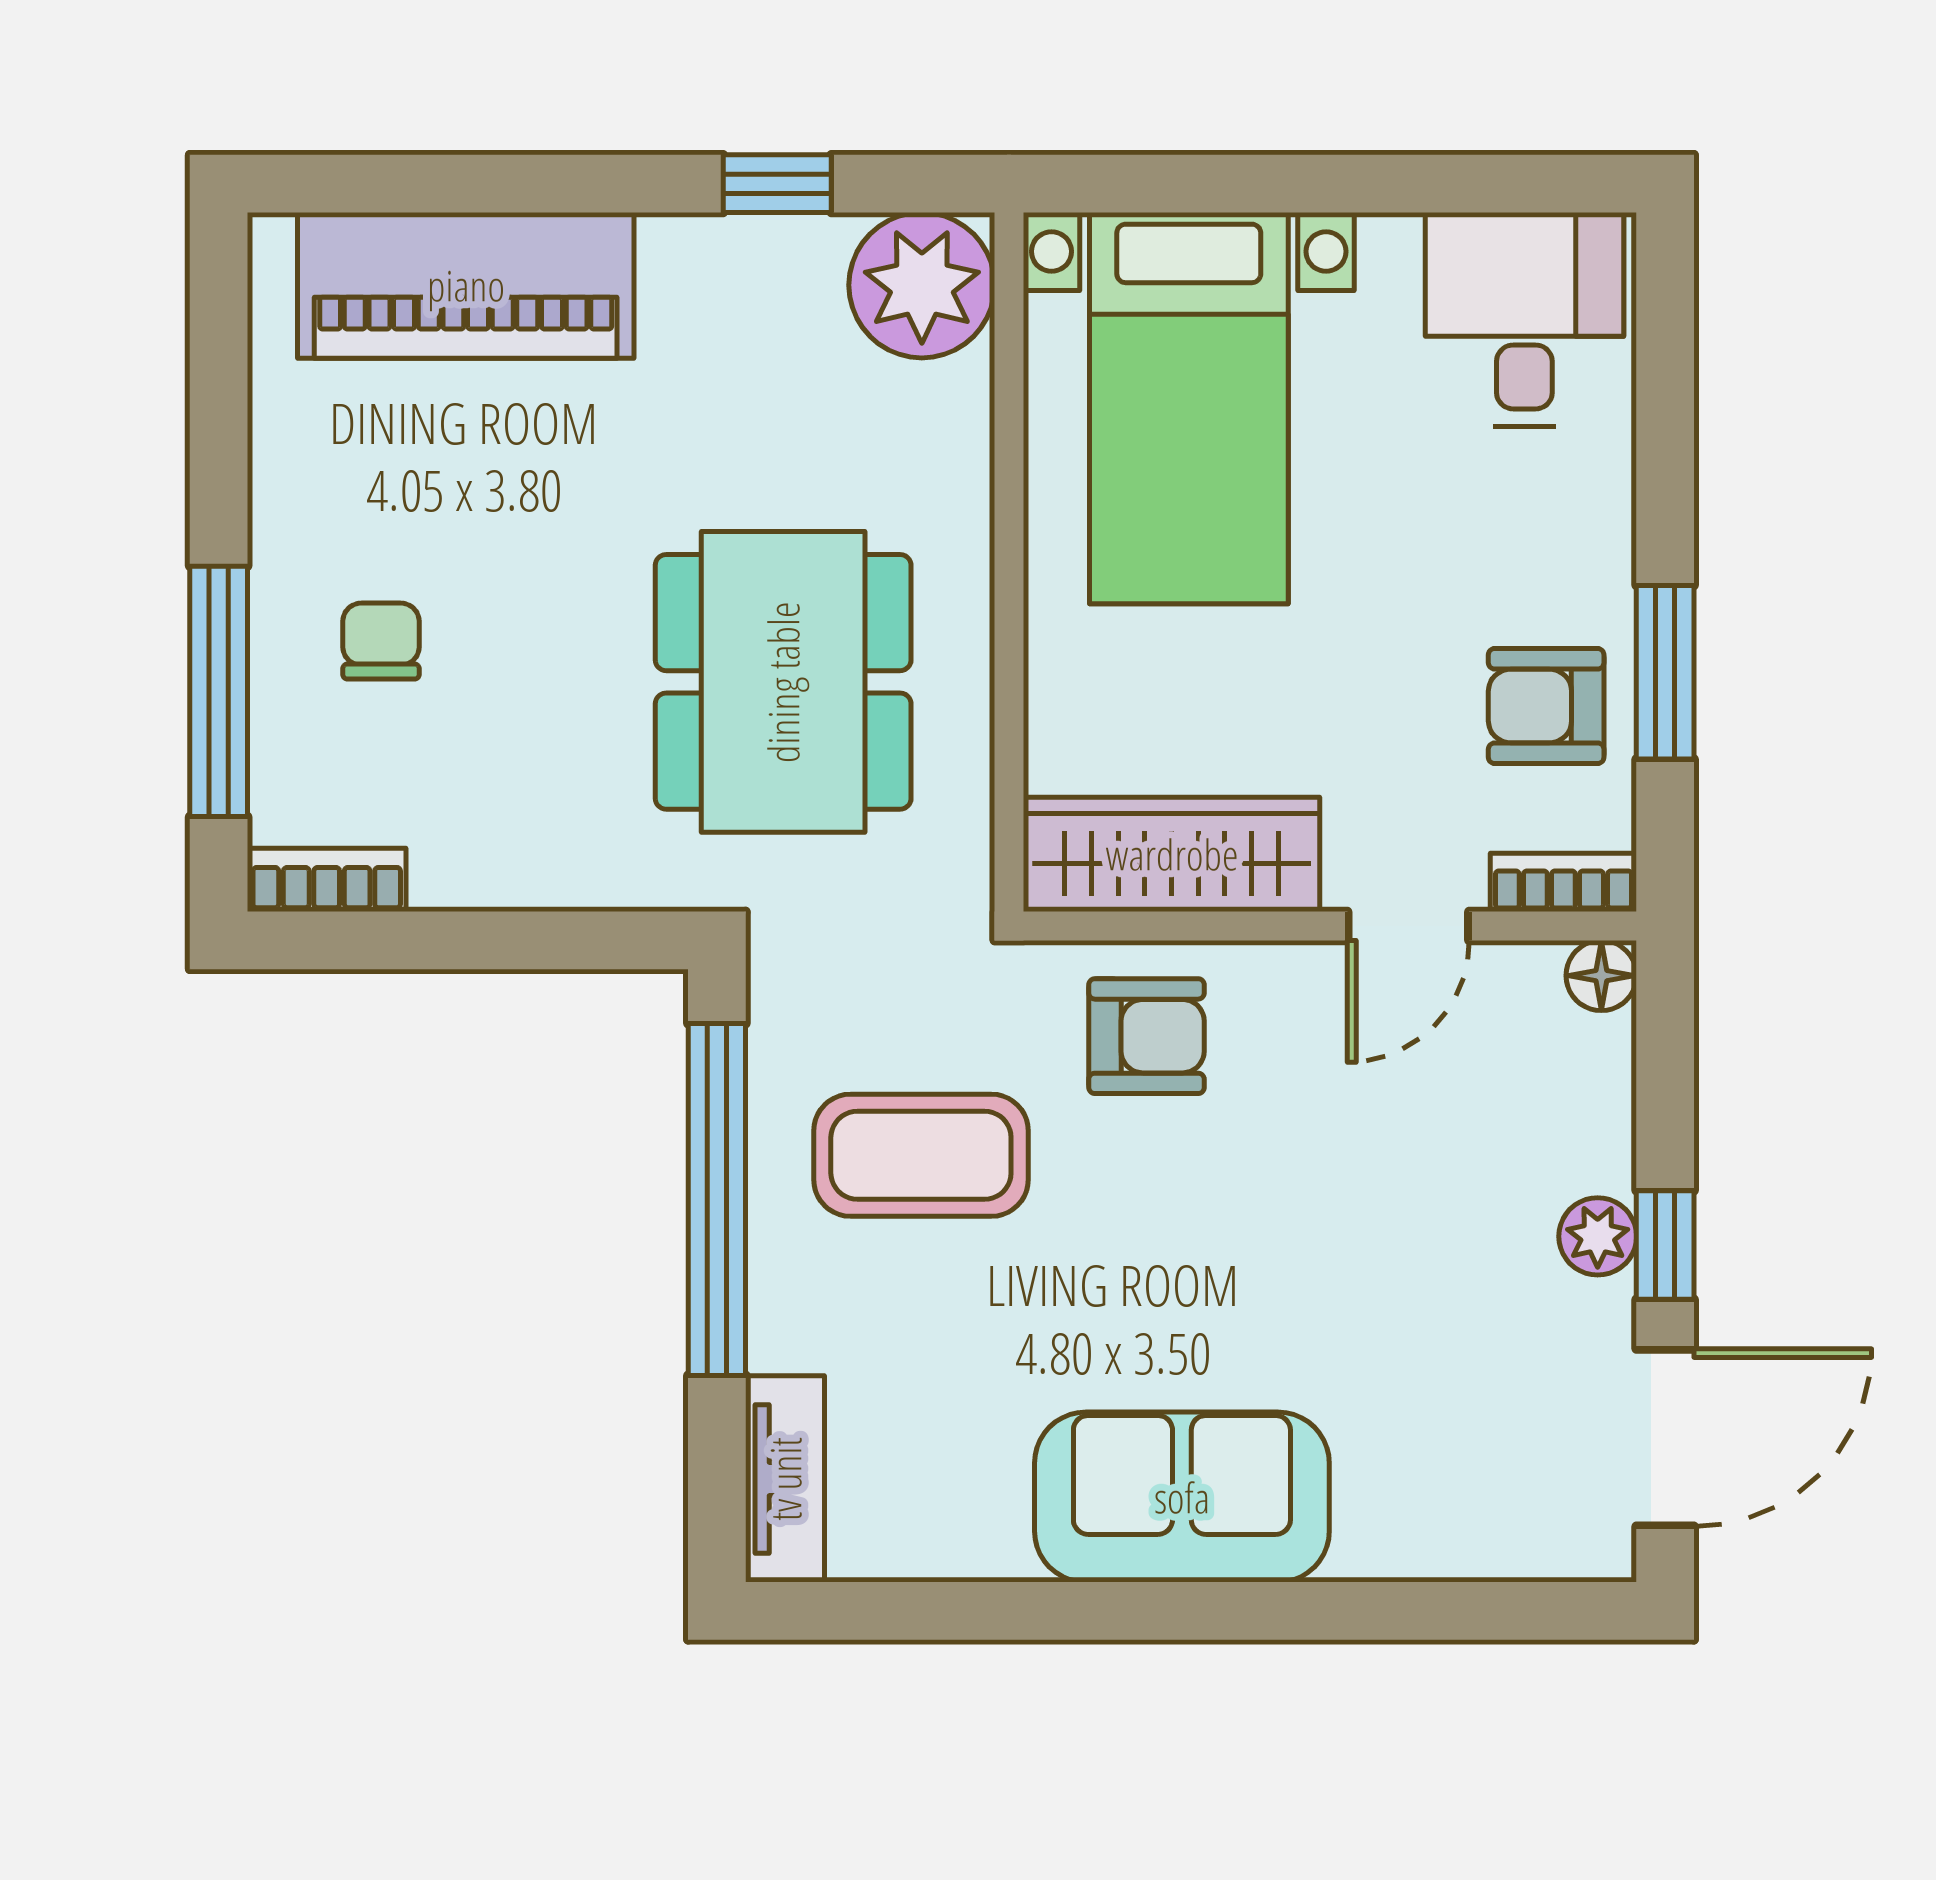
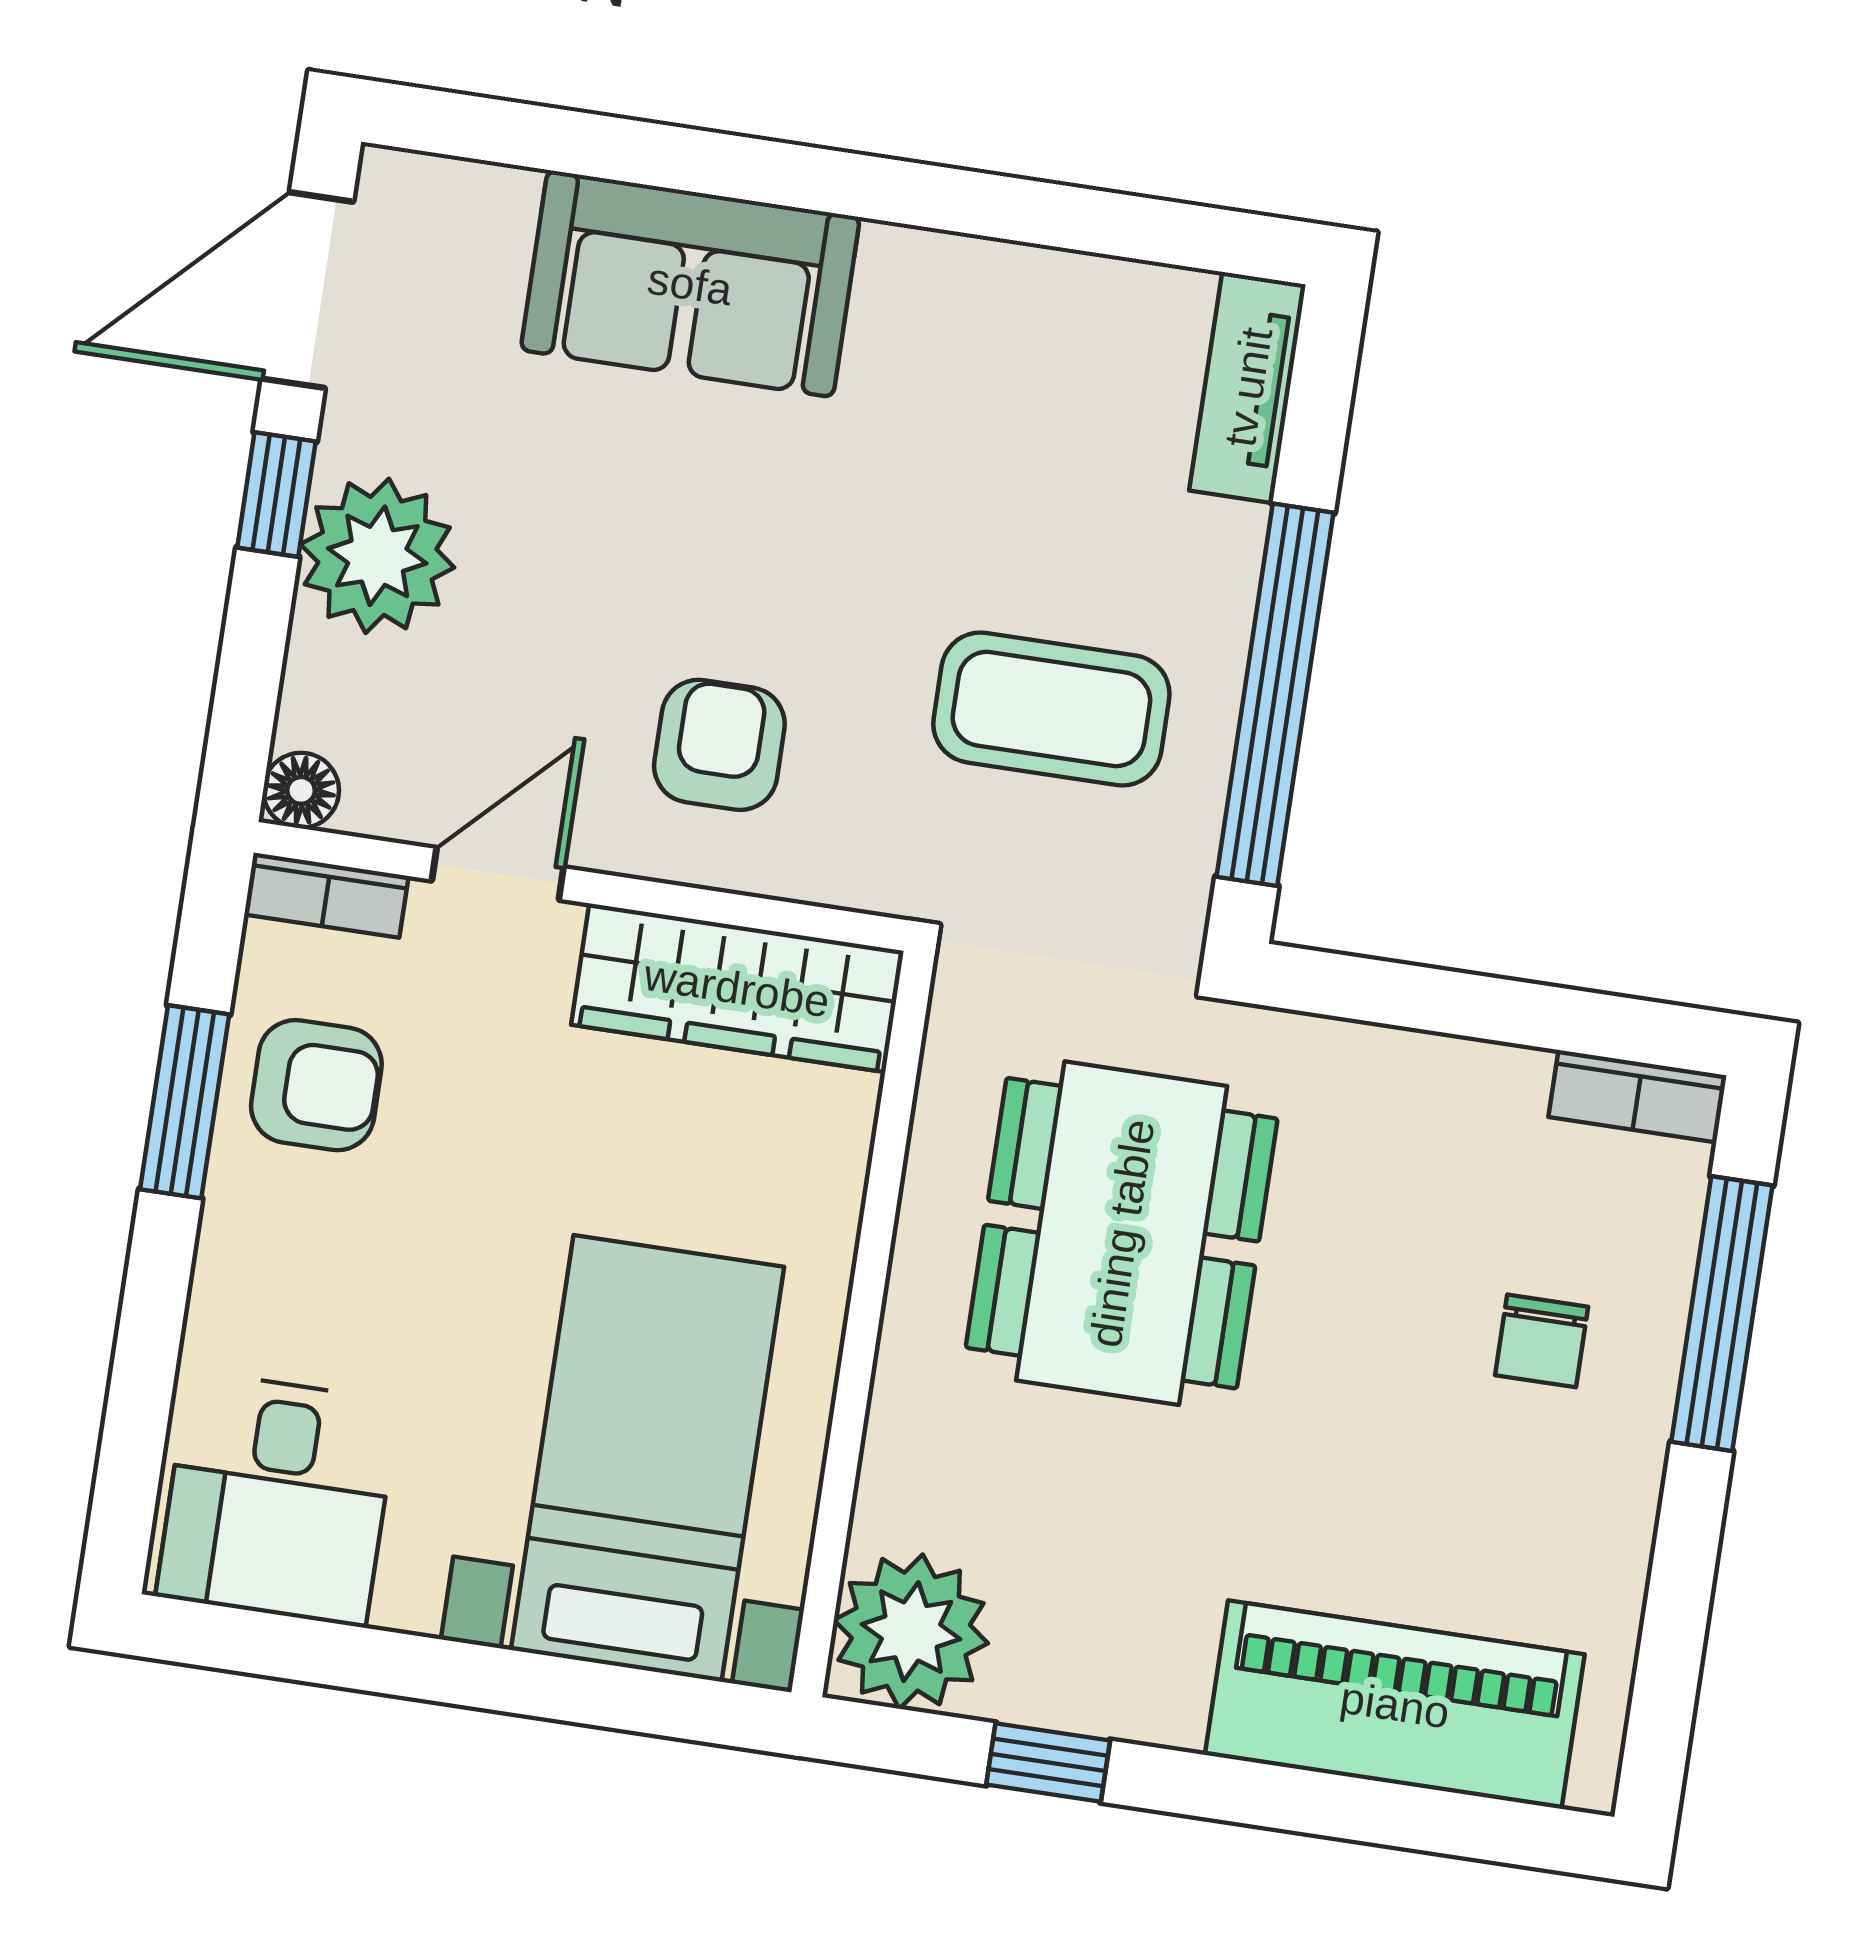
armchair: (1147, 1036) -> (719, 745), moved, turned 90
plant: (1598, 1236) -> (377, 556), width x1.87, depth x1.87
sofa: (1182, 1497) -> (690, 284), moved

